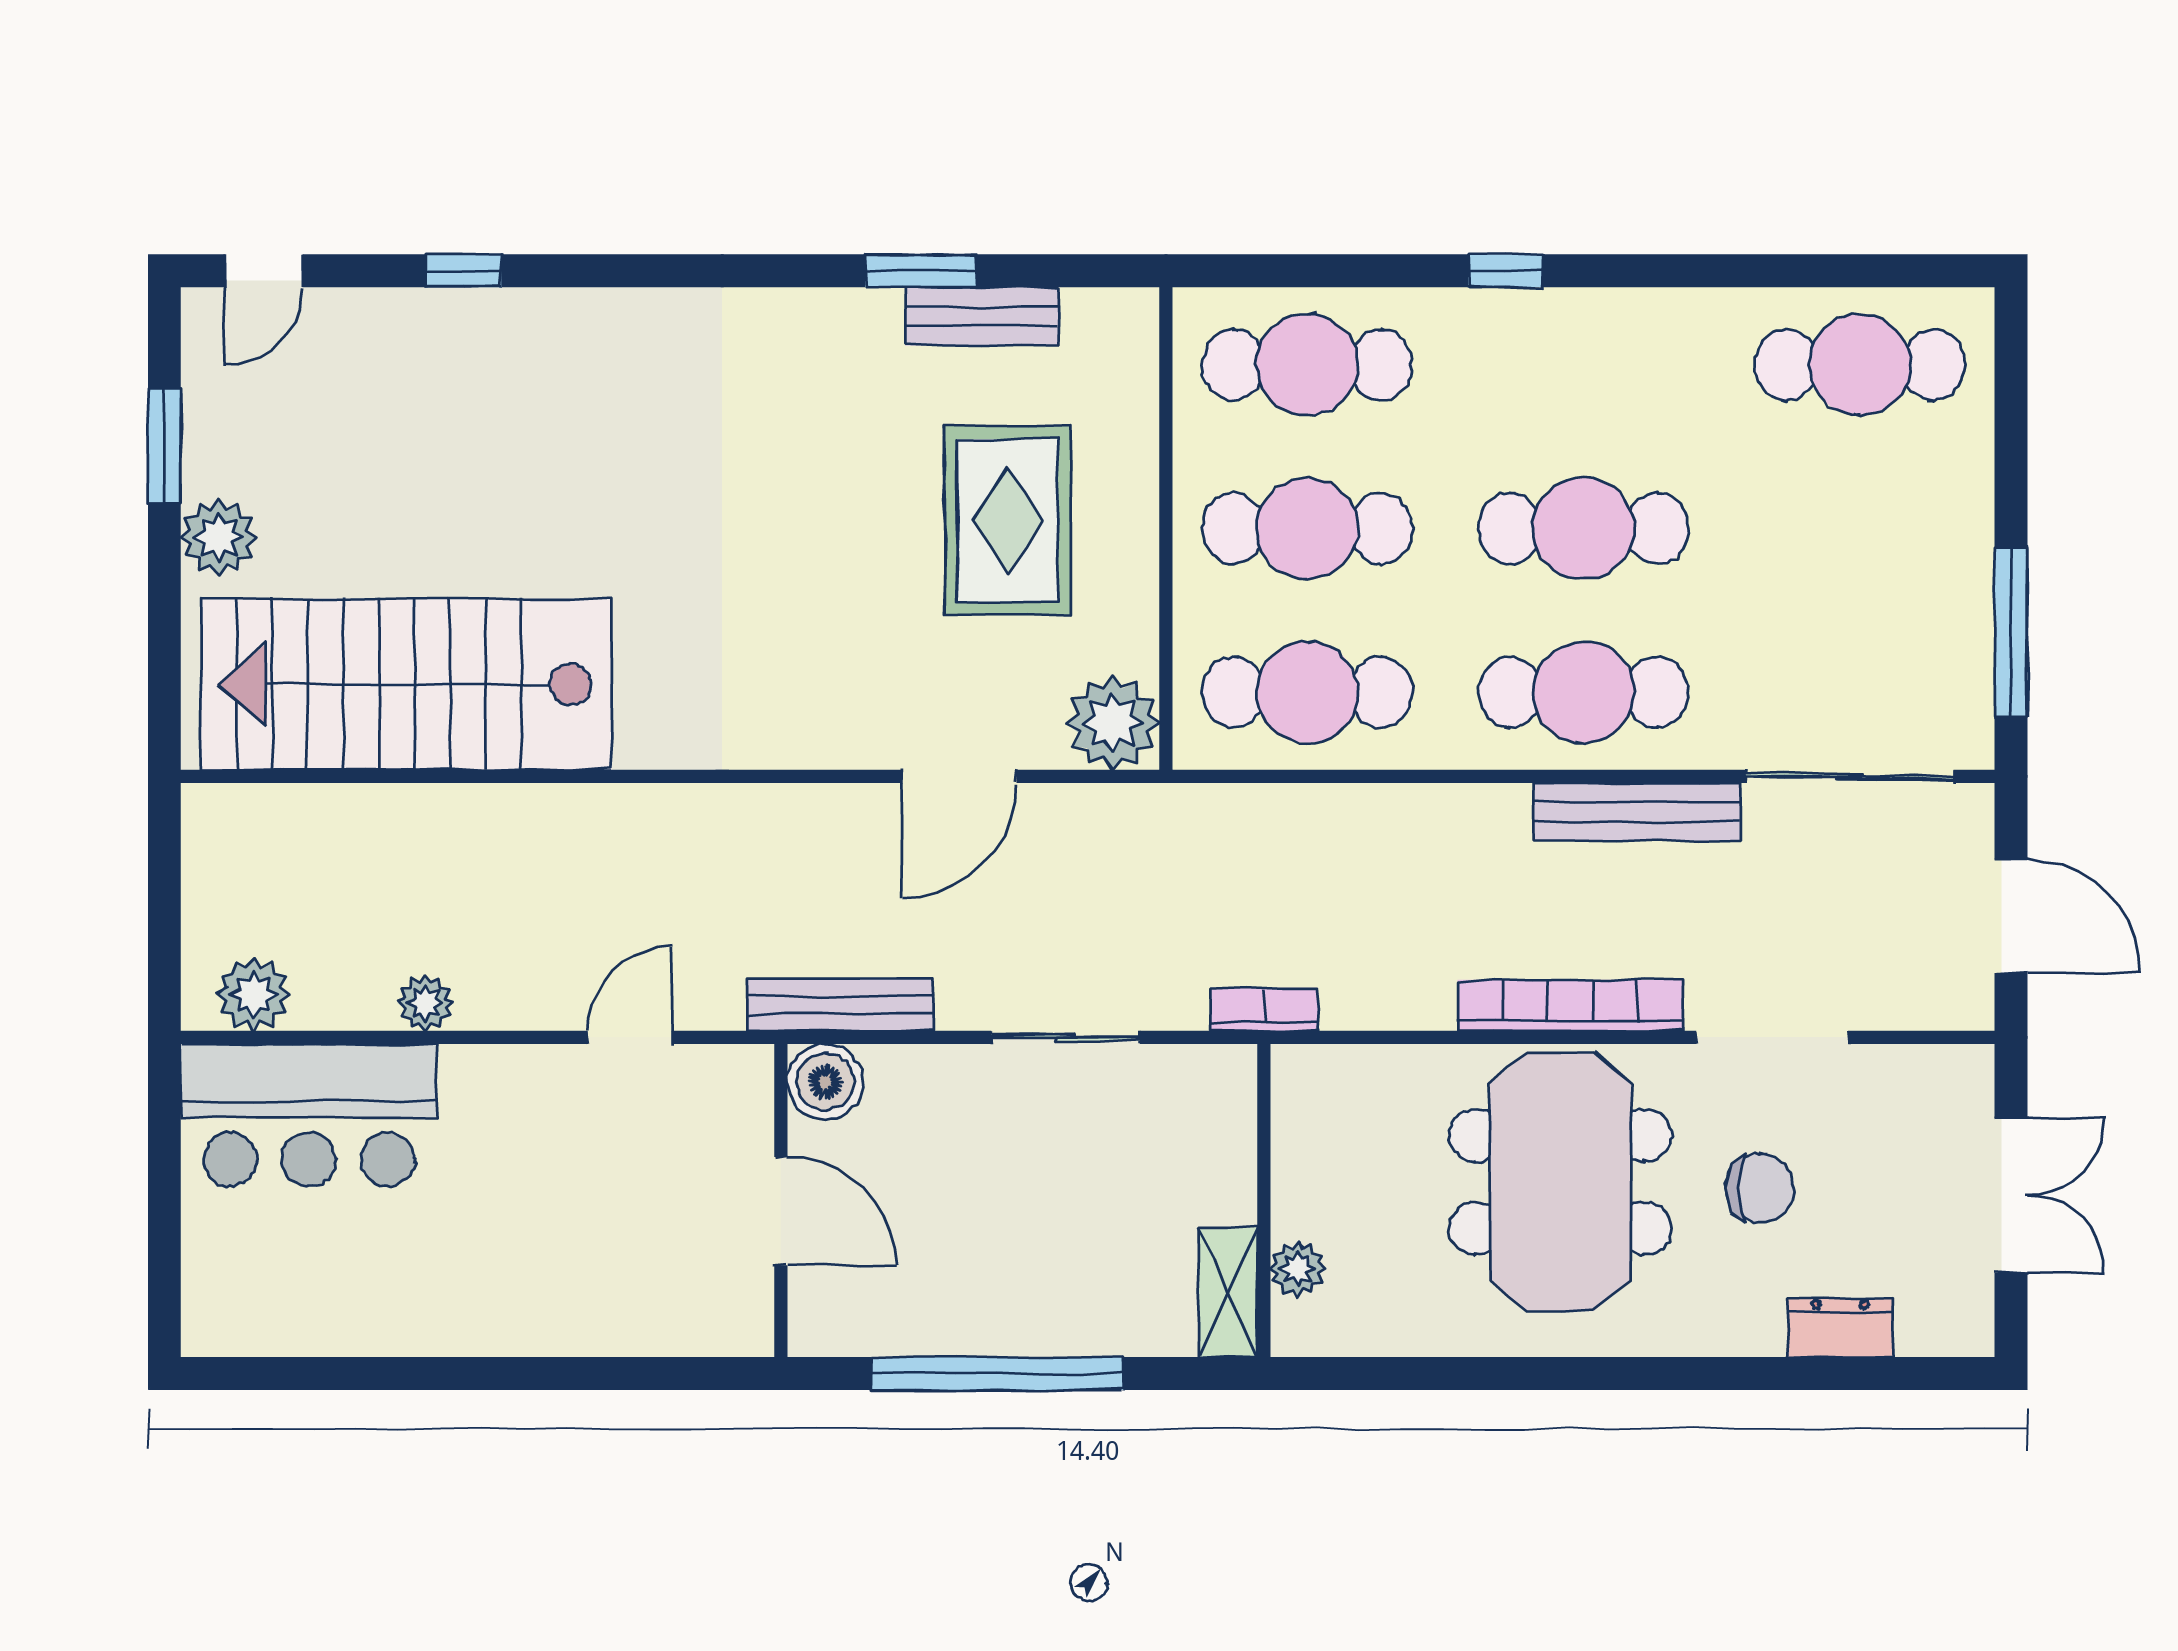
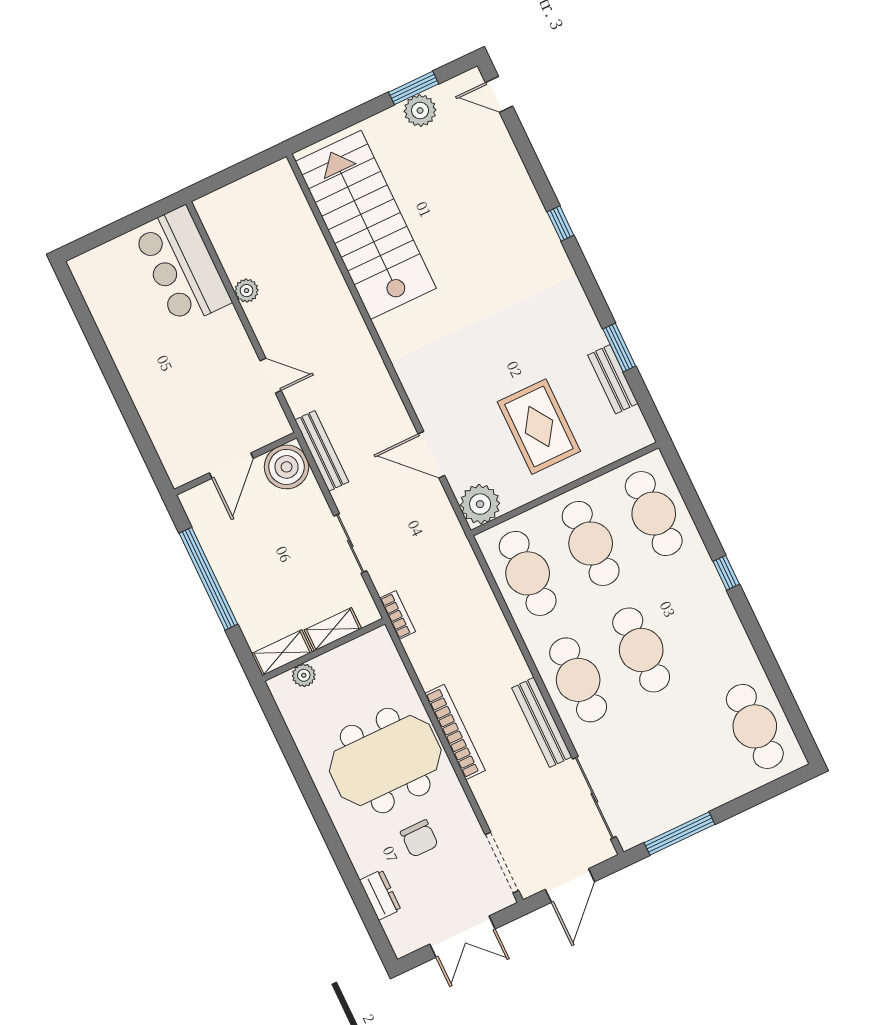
window: (463, 271) -> (560, 224), moved
rug: (1008, 520) -> (539, 427), turned 90
plant: (219, 537) -> (420, 110), moved
plant: (254, 994) -> (218, 223), removed
doorway: (1772, 1037) -> (502, 863), moved
boiler: (825, 1082) -> (287, 467), width x1.37, depth x1.37
shelving: (1230, 1161) -> (333, 629), added

